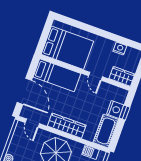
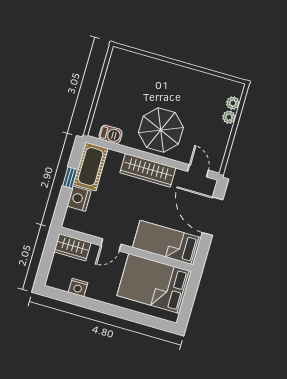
door: (95, 76) -> (111, 245), swing flipped
window: (125, 113) -> (70, 178), moved

